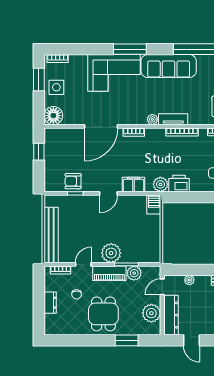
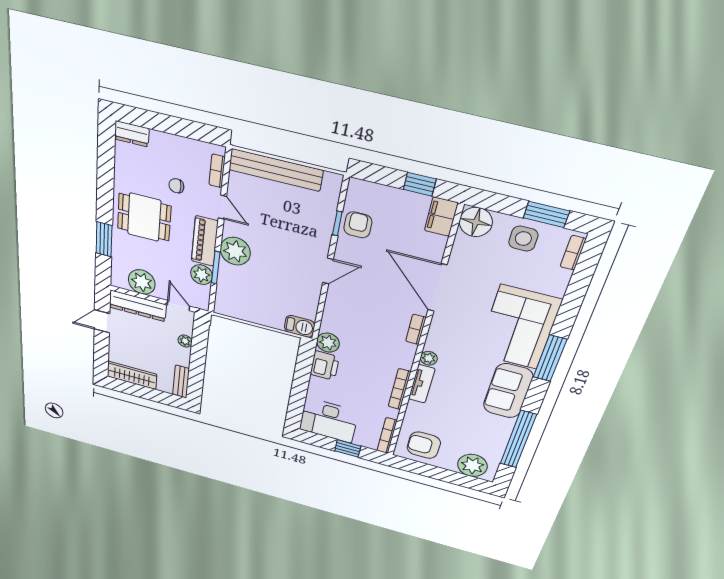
sofa: (169, 66) -> (508, 391), width x0.73
filing cabinet: (133, 184) -> (441, 217), moved, turned 180
door: (108, 193) -> (328, 271), swing flipped
dresser: (50, 303) -> (132, 134), moved

